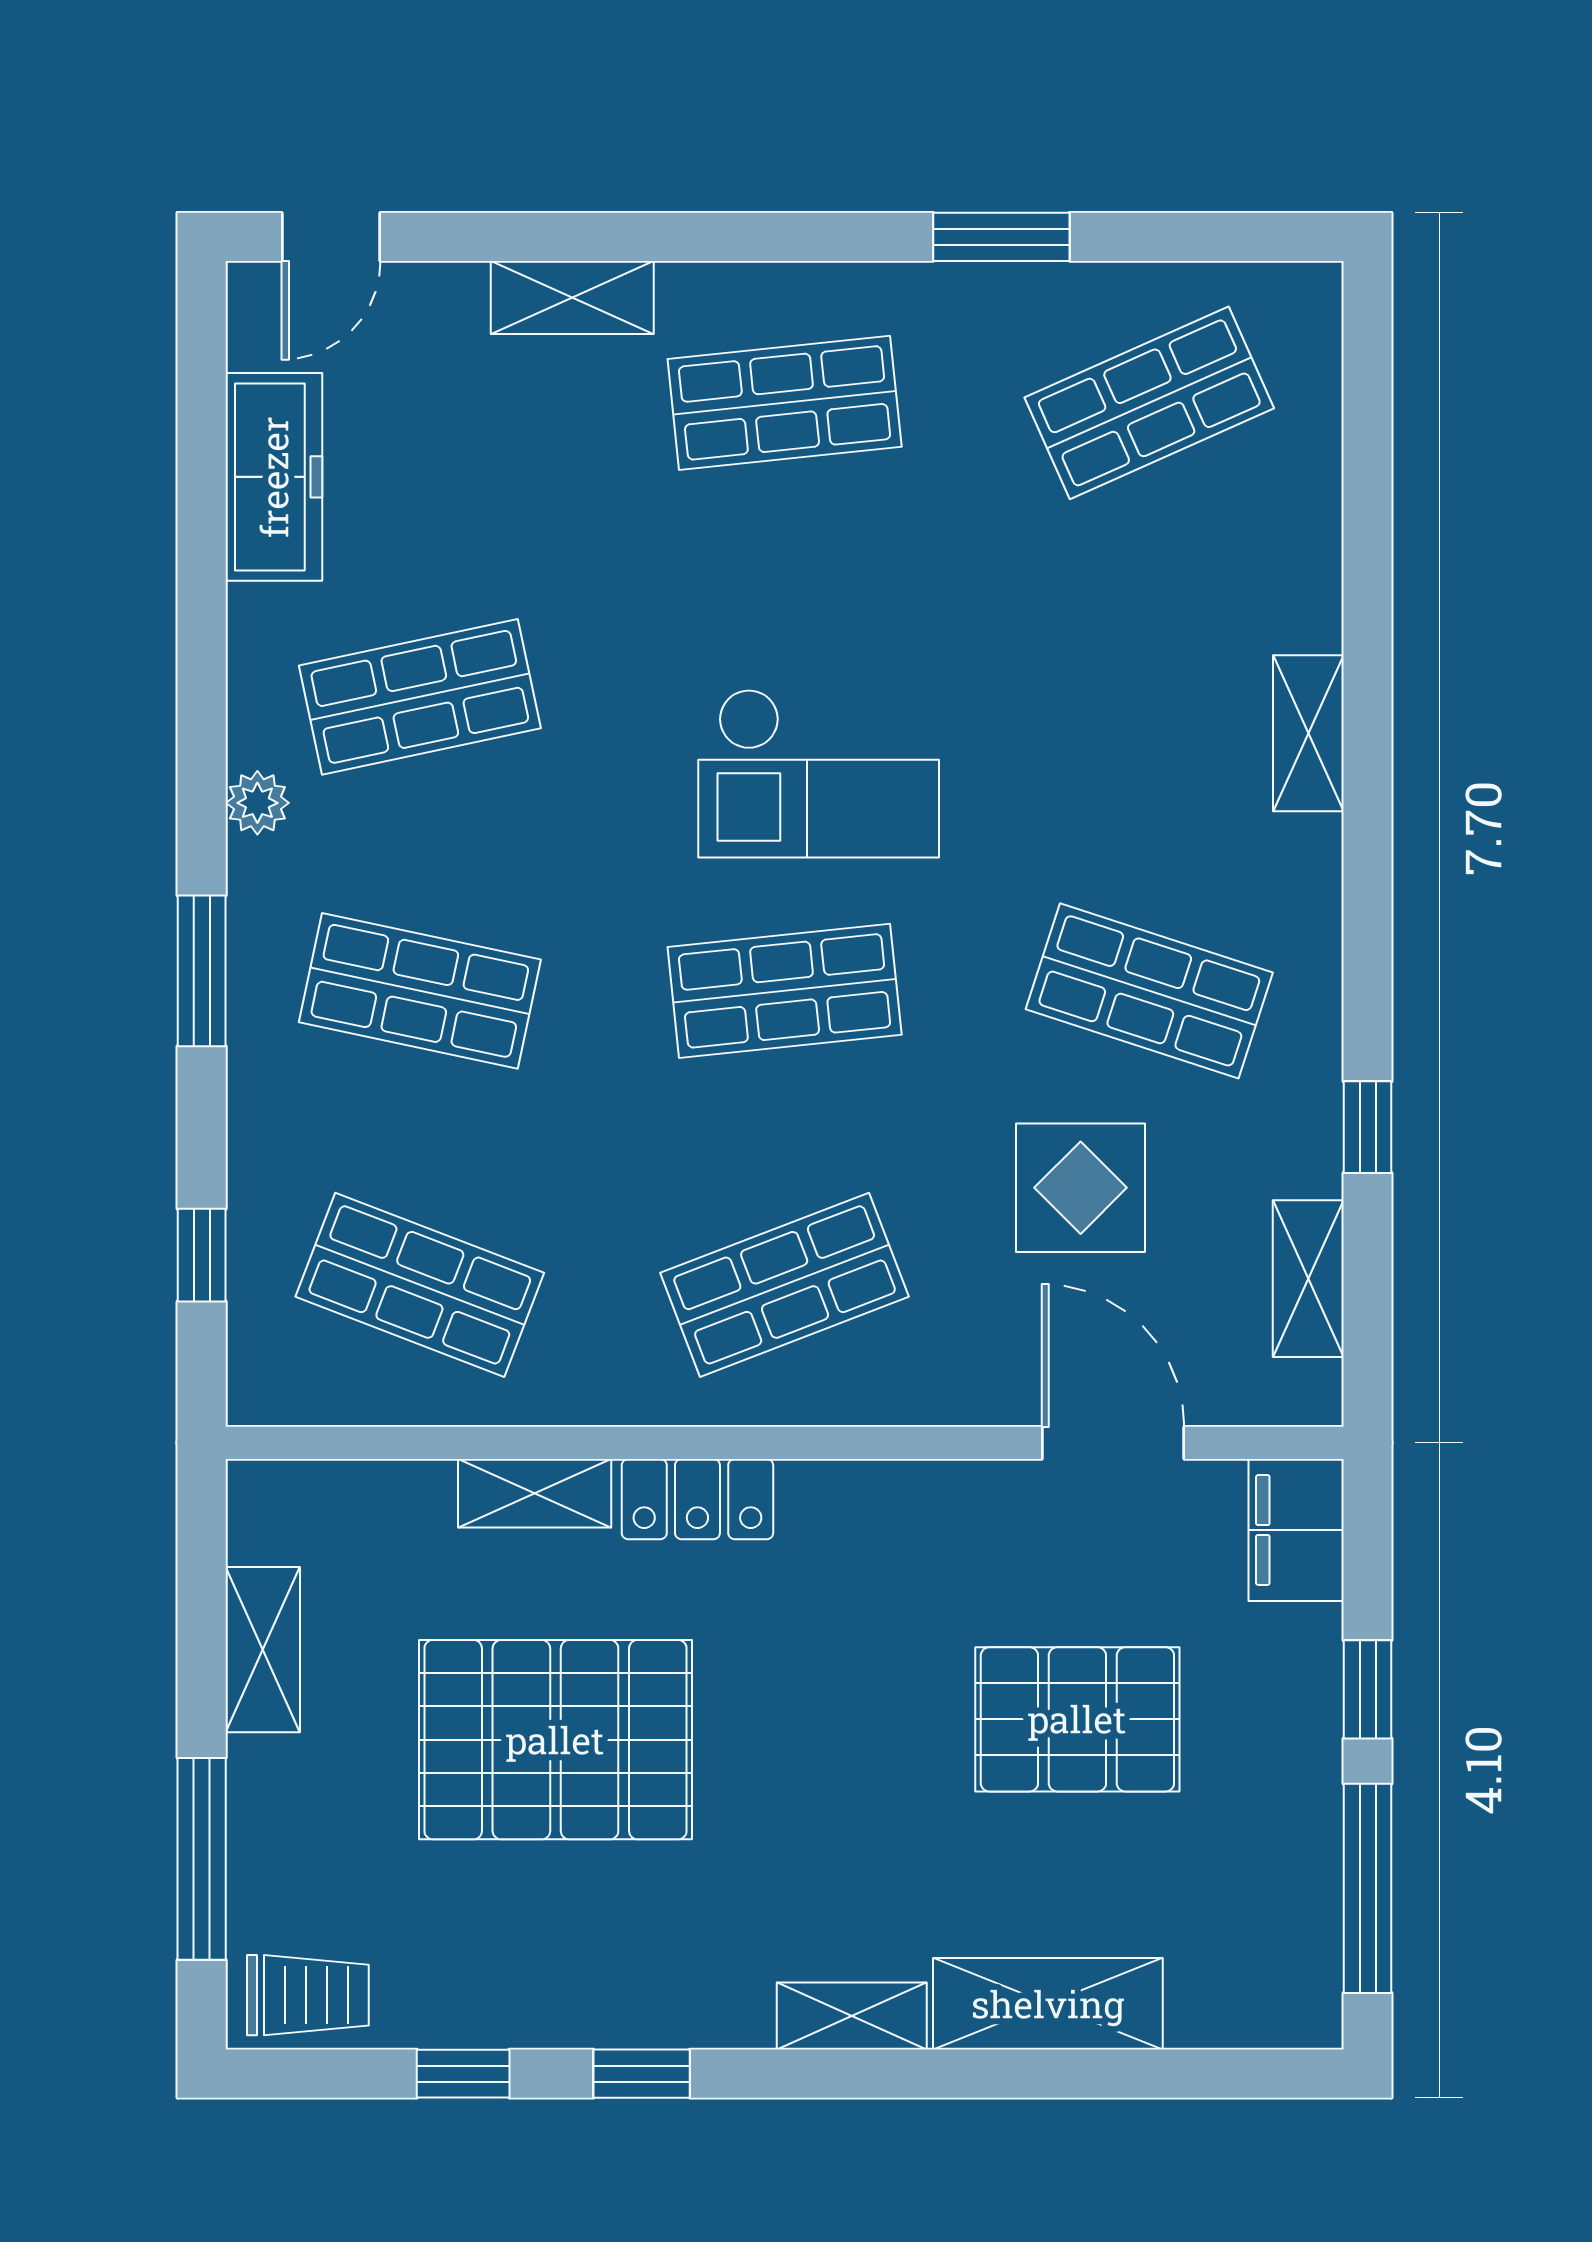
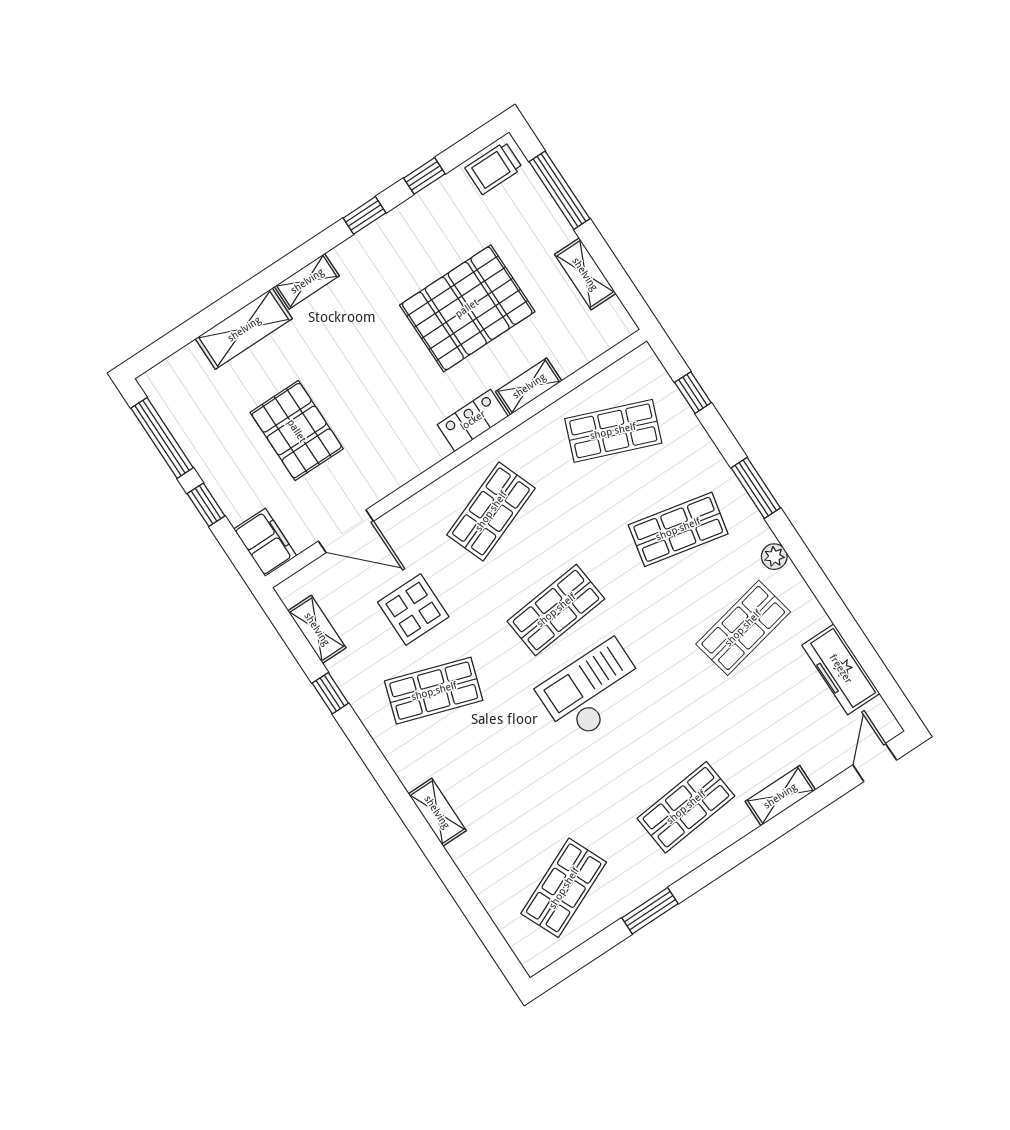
pallet: (1077, 1719) -> (297, 431), turned 90

